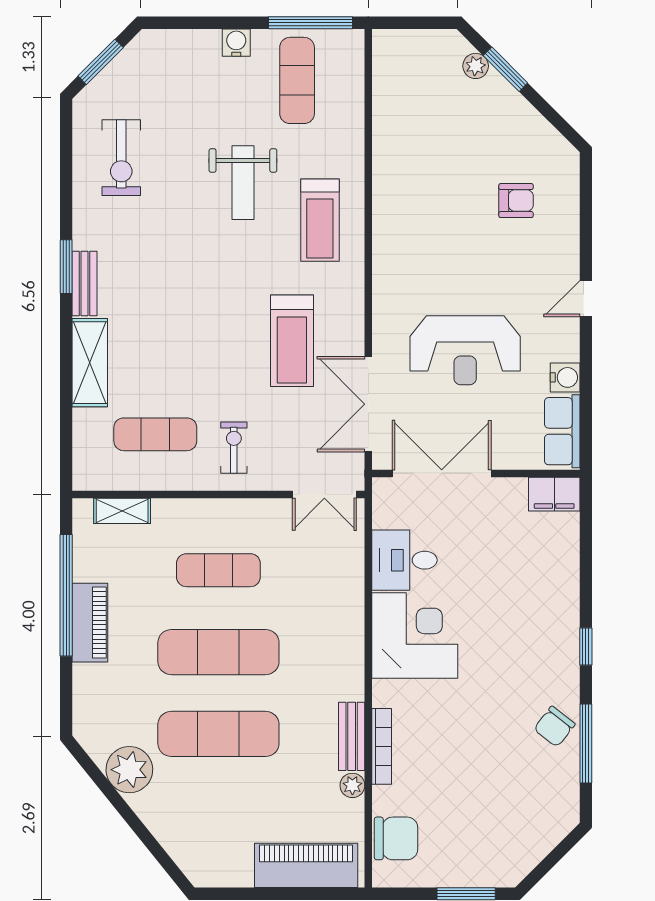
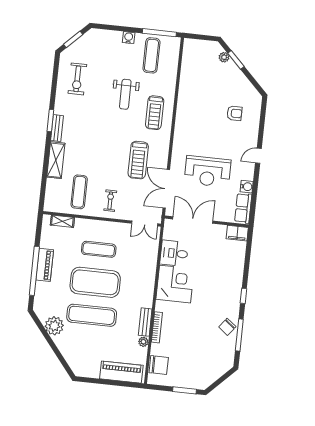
exercise mat: (155, 434) -> (79, 192), turned 90
window: (66, 595) -> (34, 271), moved
exercise mat: (218, 652) -> (95, 282), width x1.47

